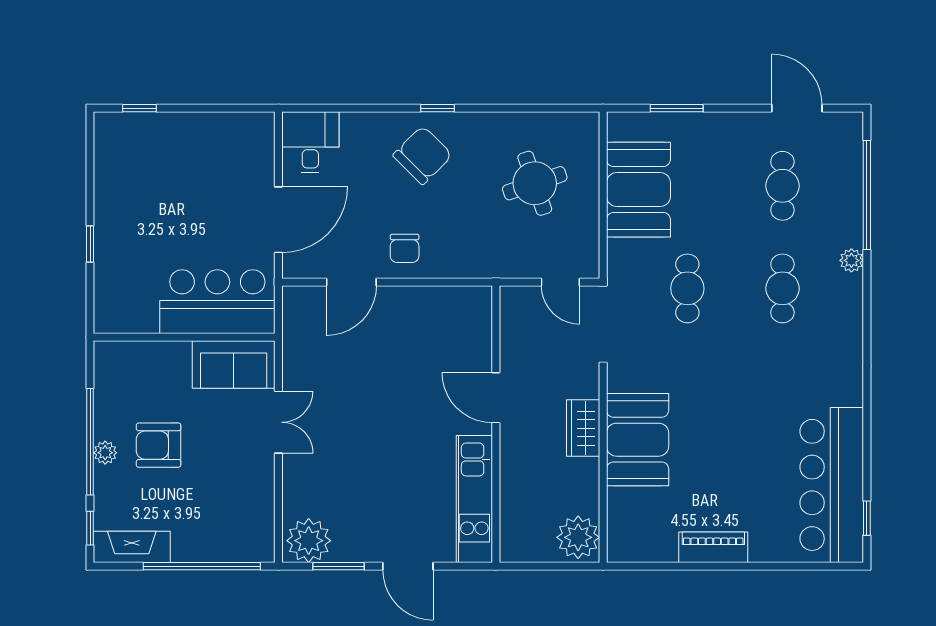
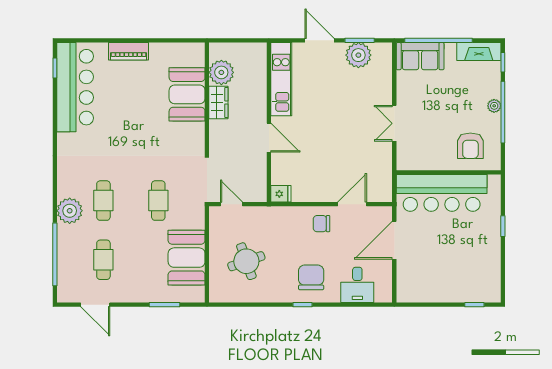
desk: (310, 142) -> (357, 285), moved
chair: (423, 155) -> (311, 277), turned 135
chair: (405, 248) -> (321, 224), turned -90
plant: (851, 260) -> (70, 211), width x1.88, depth x1.88
fridge: (475, 300) -> (281, 194), added
bar counter: (217, 302) -> (442, 193), width x1.36
sofa: (234, 364) -> (420, 56), moved, turned 180
wardrobe: (583, 428) -> (218, 102), moved
booth: (638, 440) -> (187, 94), moved
armchair: (159, 445) -> (470, 146), moved, turned 90
plant: (578, 537) -> (221, 72), moved
plant: (309, 541) -> (358, 55), moved
piano: (713, 547) -> (129, 51), moved

